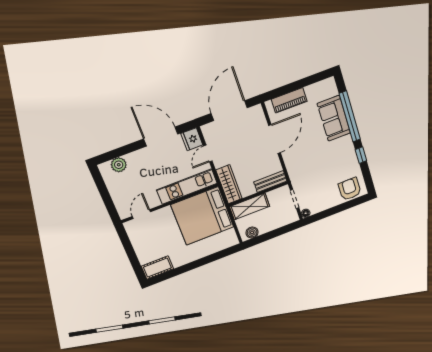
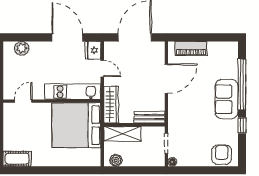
sofa: (334, 118) -> (227, 99), moved
door: (208, 153) -> (102, 69), swing flipped

